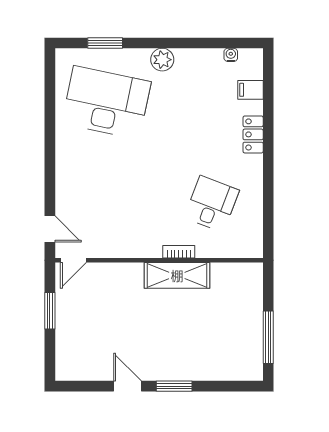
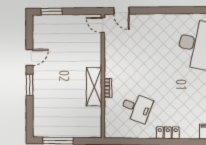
locker: (253, 134) -> (168, 133), moved
door: (50, 229) -> (121, 11), hinge flipped
window: (50, 311) -> (52, 12), moved

